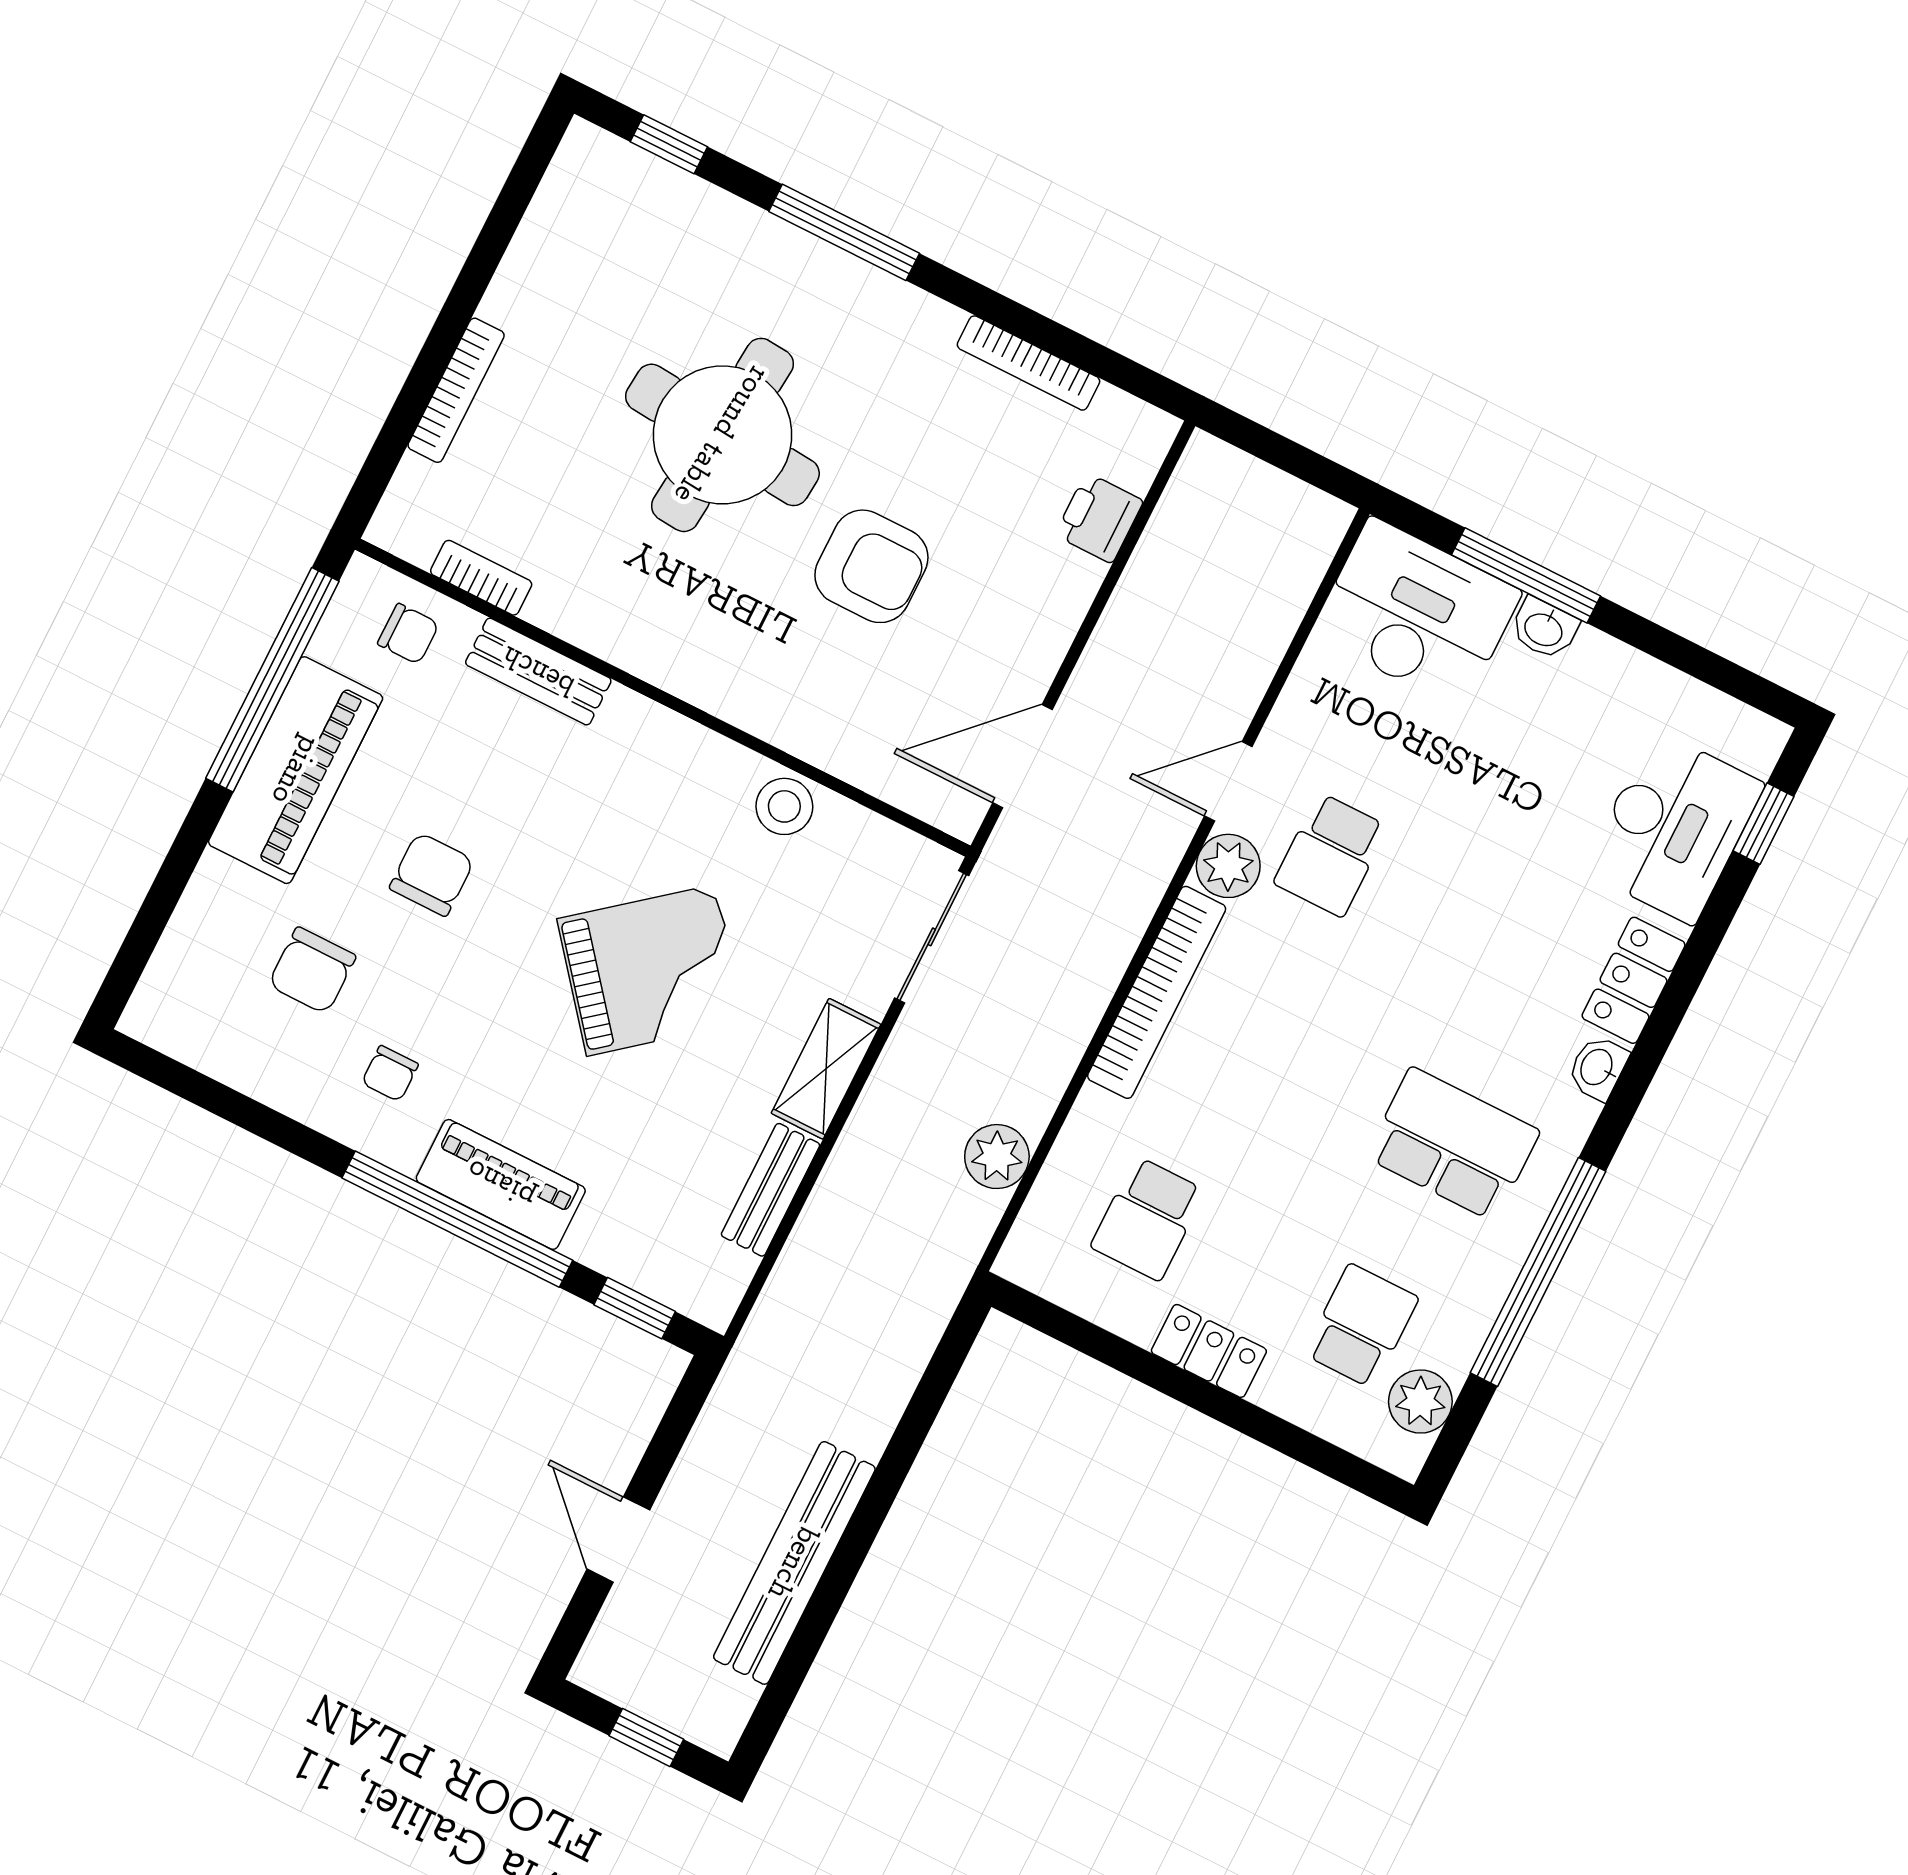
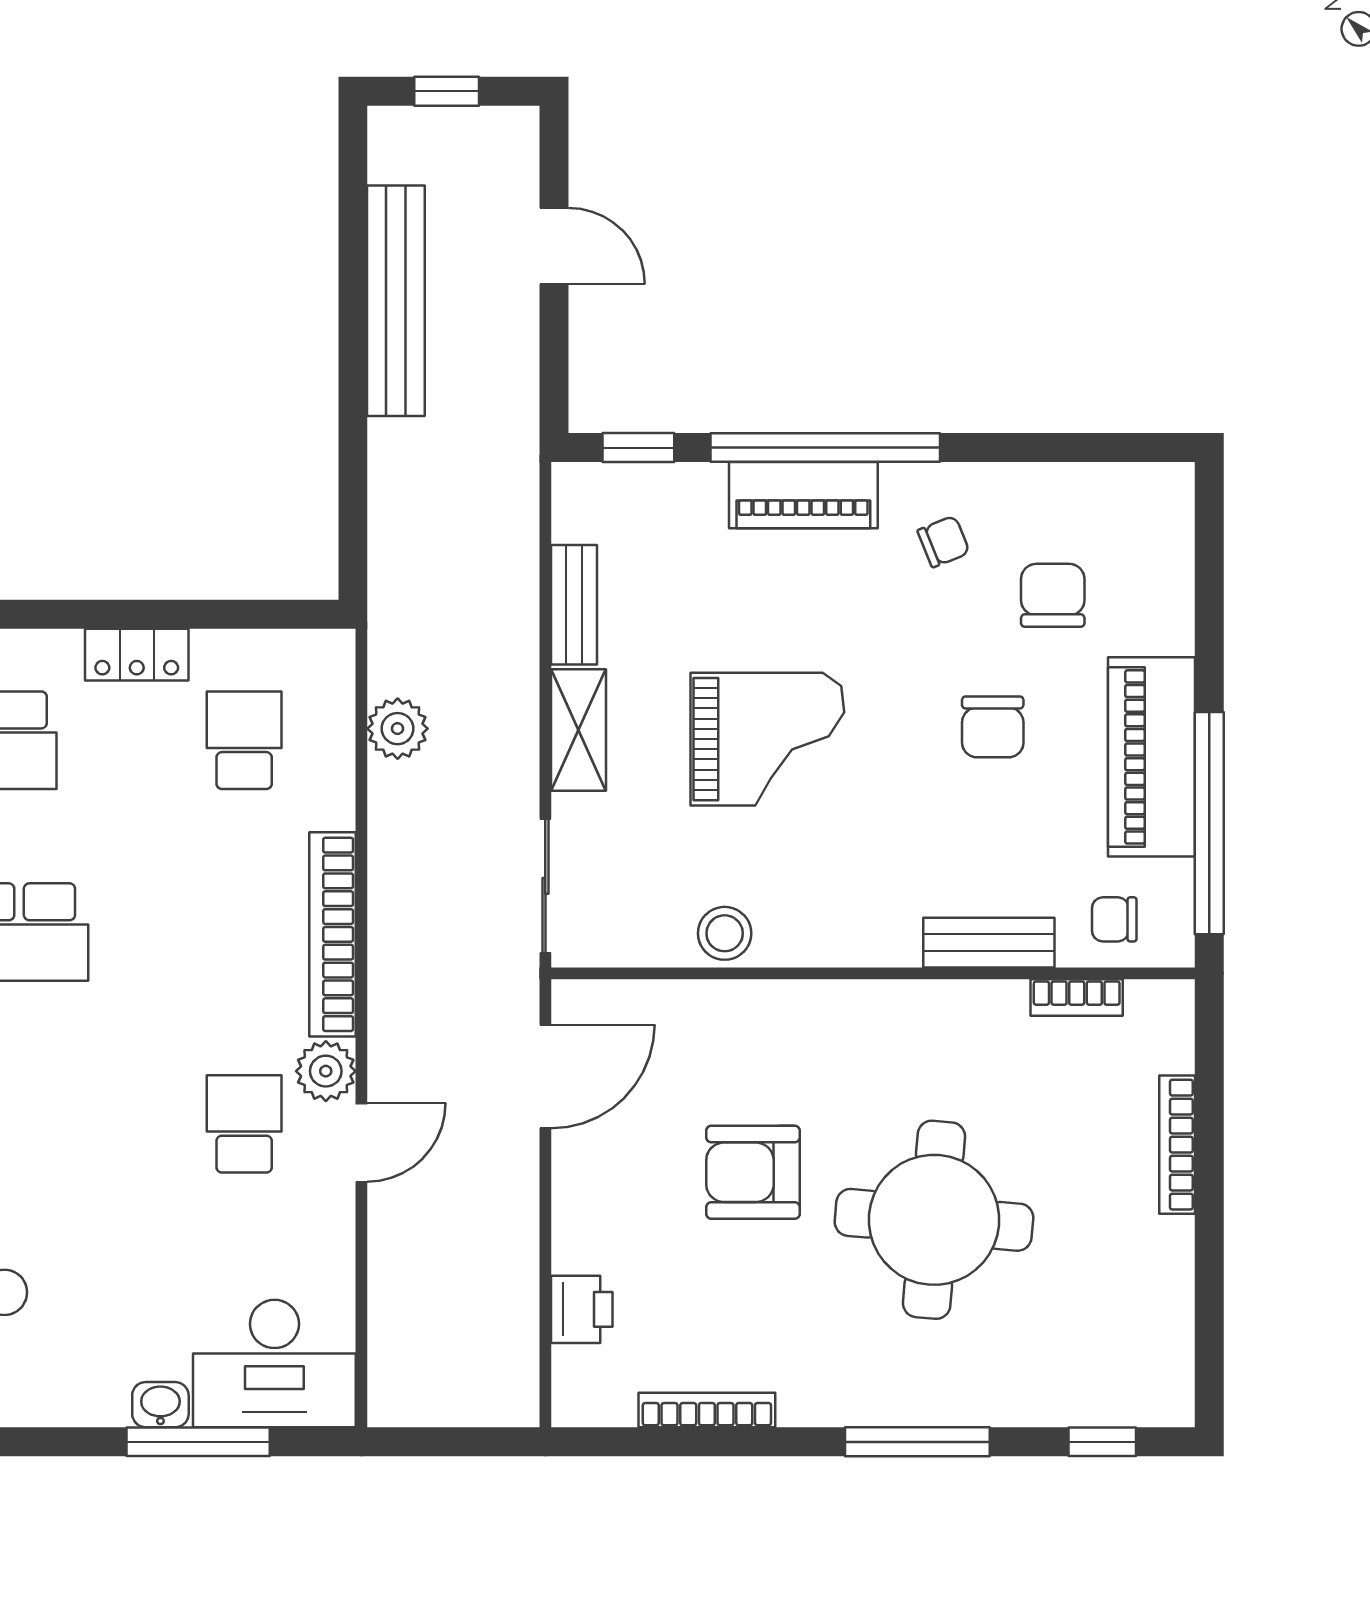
grand piano: (651, 970) -> (767, 739), turned -141
chair: (390, 1074) -> (944, 541), turned 68

